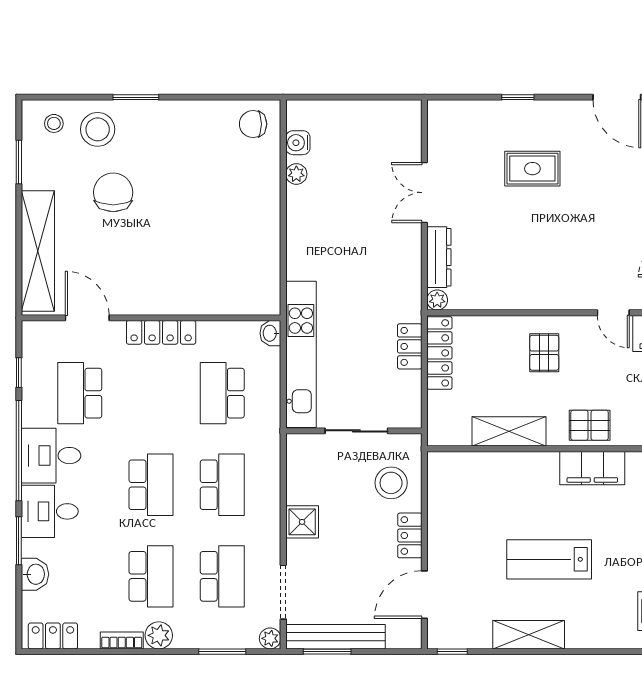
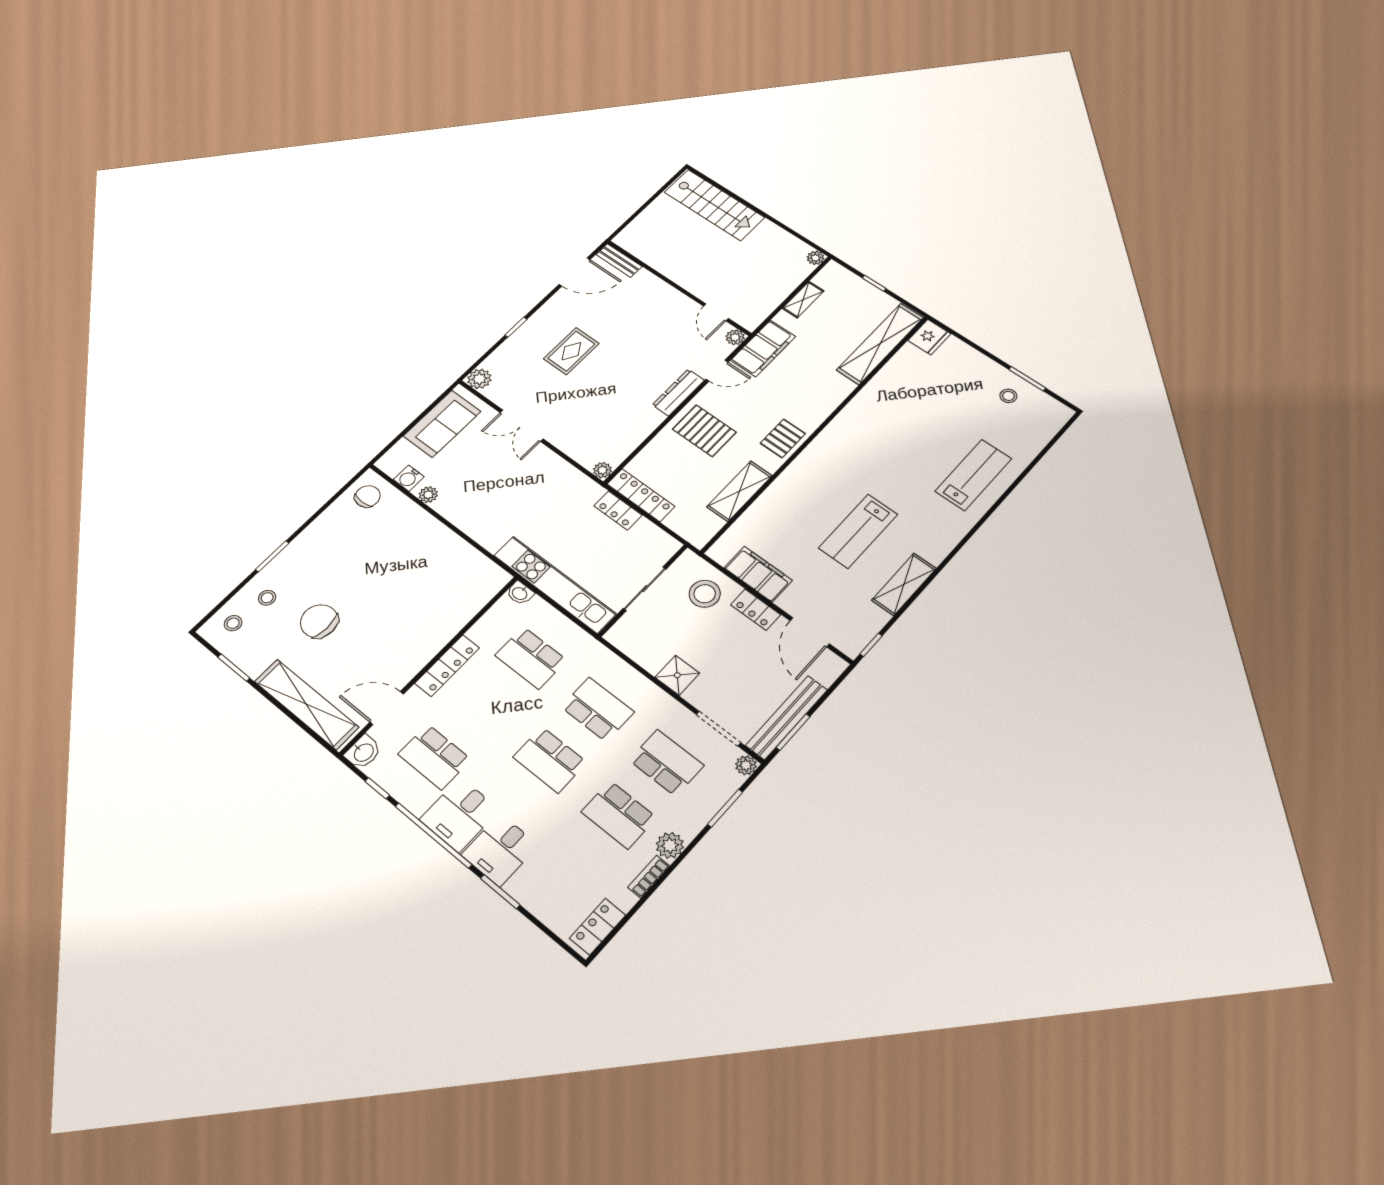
plant: (441, 113) -> (479, 379), added
sofa: (371, 122) -> (442, 424), added
chair: (253, 124) -> (368, 496), turned 180
stool: (98, 129) -> (267, 598), width x0.53, depth x0.53
dresser: (439, 257) -> (678, 392), moved, turned -90
pallet: (544, 353) -> (704, 431), width x1.50, depth x1.42
filing cabinet: (592, 468) -> (758, 574), moved, turned -90
school desk: (151, 485) -> (550, 760), turned 180
washbasin: (35, 574) -> (363, 752), moved, turned 90
school desk: (151, 576) -> (619, 815), turned 180

